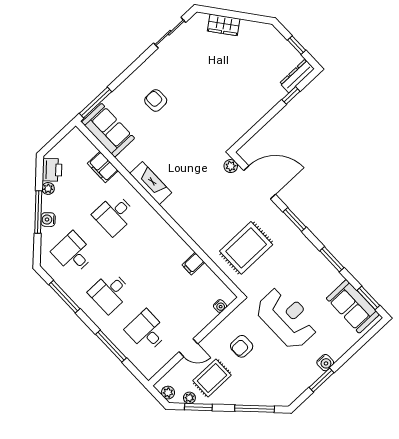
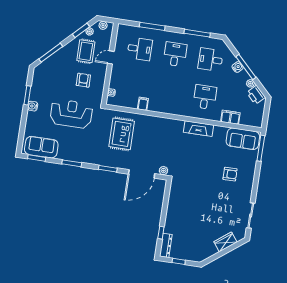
desk: (73, 253) -> (210, 60), turned 180
reception desk: (287, 318) -> (71, 114), turned 180

